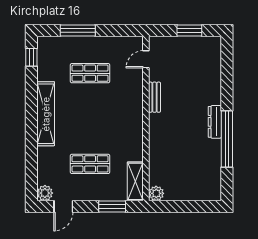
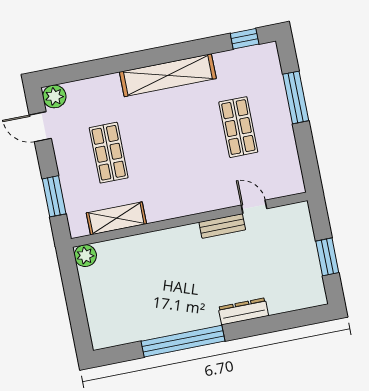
door: (146, 59) -> (254, 207), moved
dresser: (215, 122) -> (243, 311), moved
shelving: (135, 181) -> (116, 218), moved

